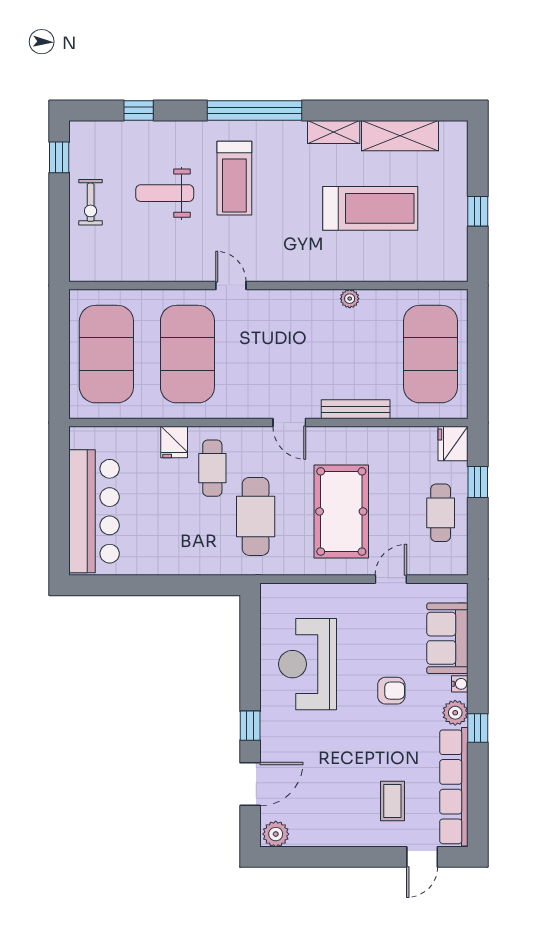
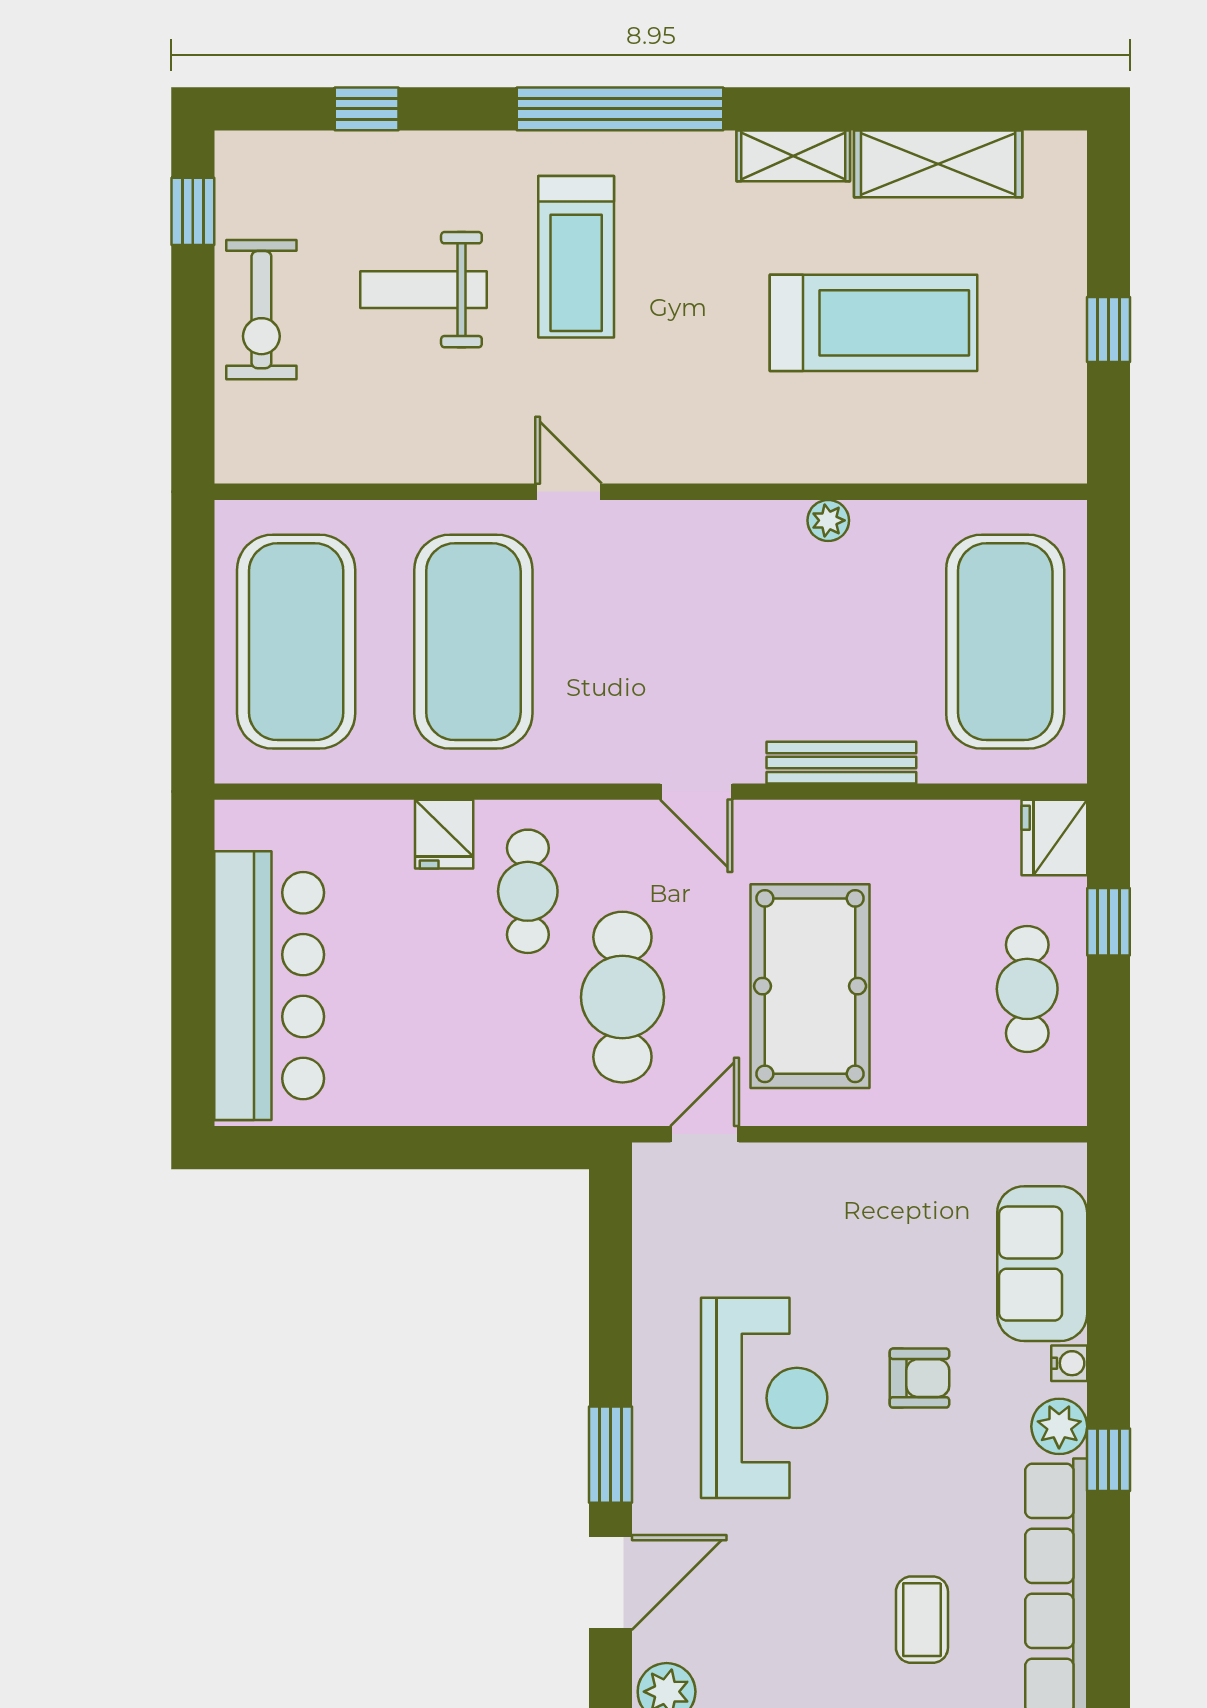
exercise bike: (91, 202) -> (261, 310), width x1.38, depth x1.39
door: (391, 579) -> (705, 1134), moved
reception desk: (307, 664) -> (764, 1398), moved, turned 180
window: (250, 726) -> (610, 1455), width x1.50

